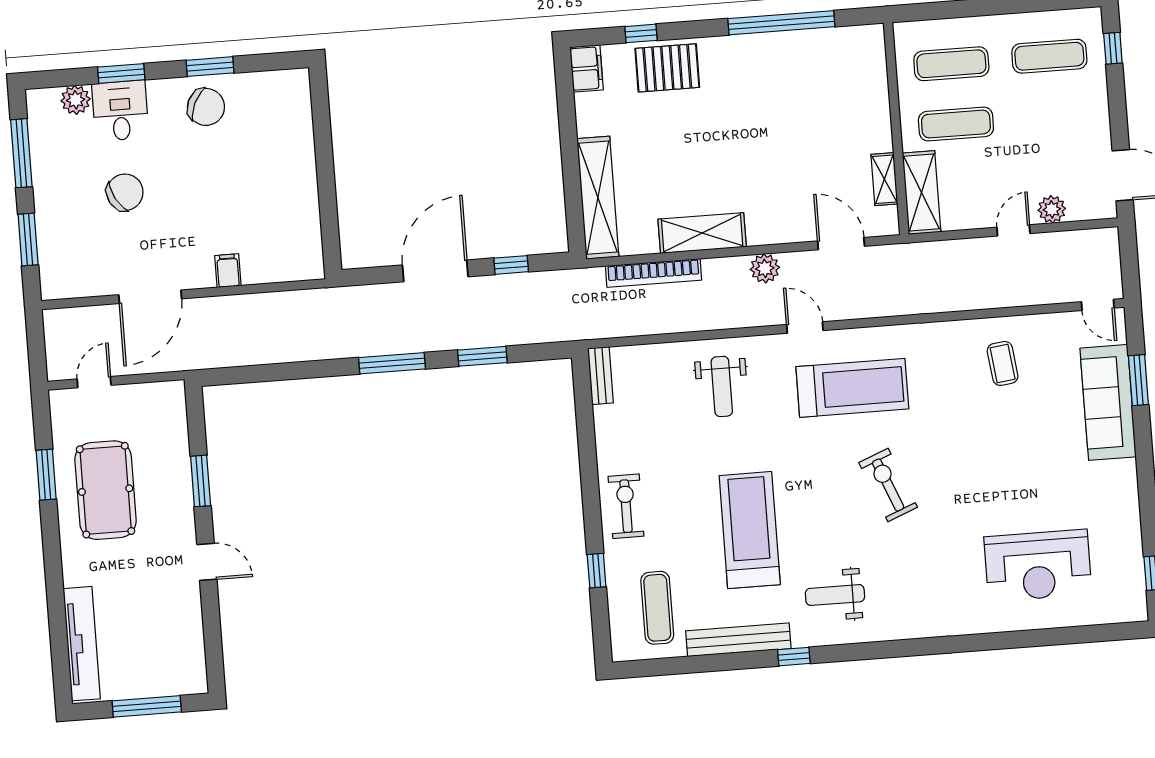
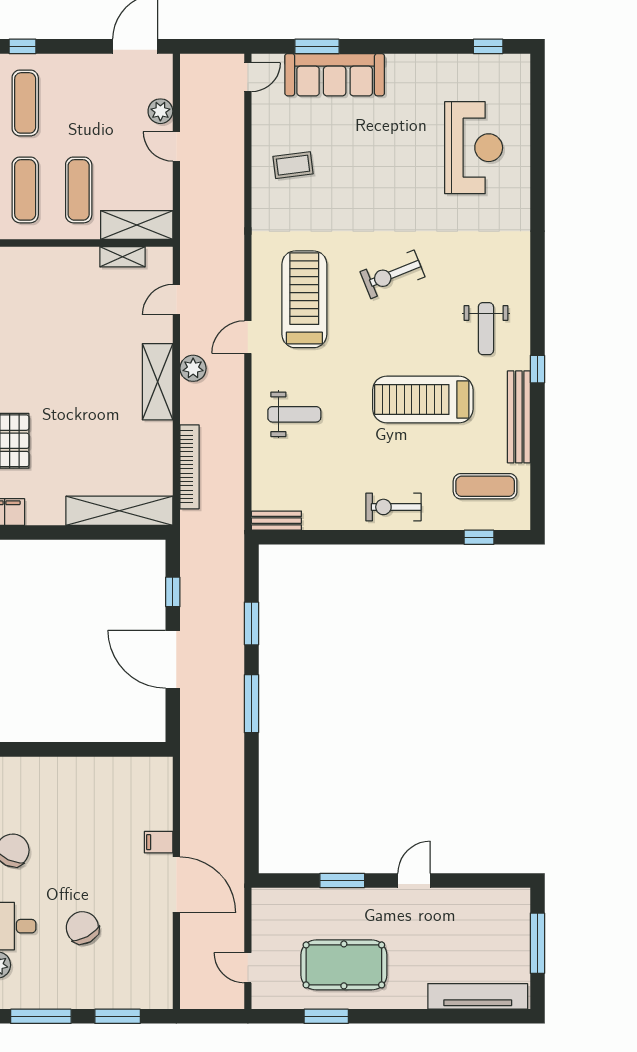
shelving: (702, 233) -> (158, 382), moved
door: (841, 244) -> (176, 299), width x0.73
door: (150, 297) -> (176, 885), moved
window: (597, 571) -> (479, 537), moved

